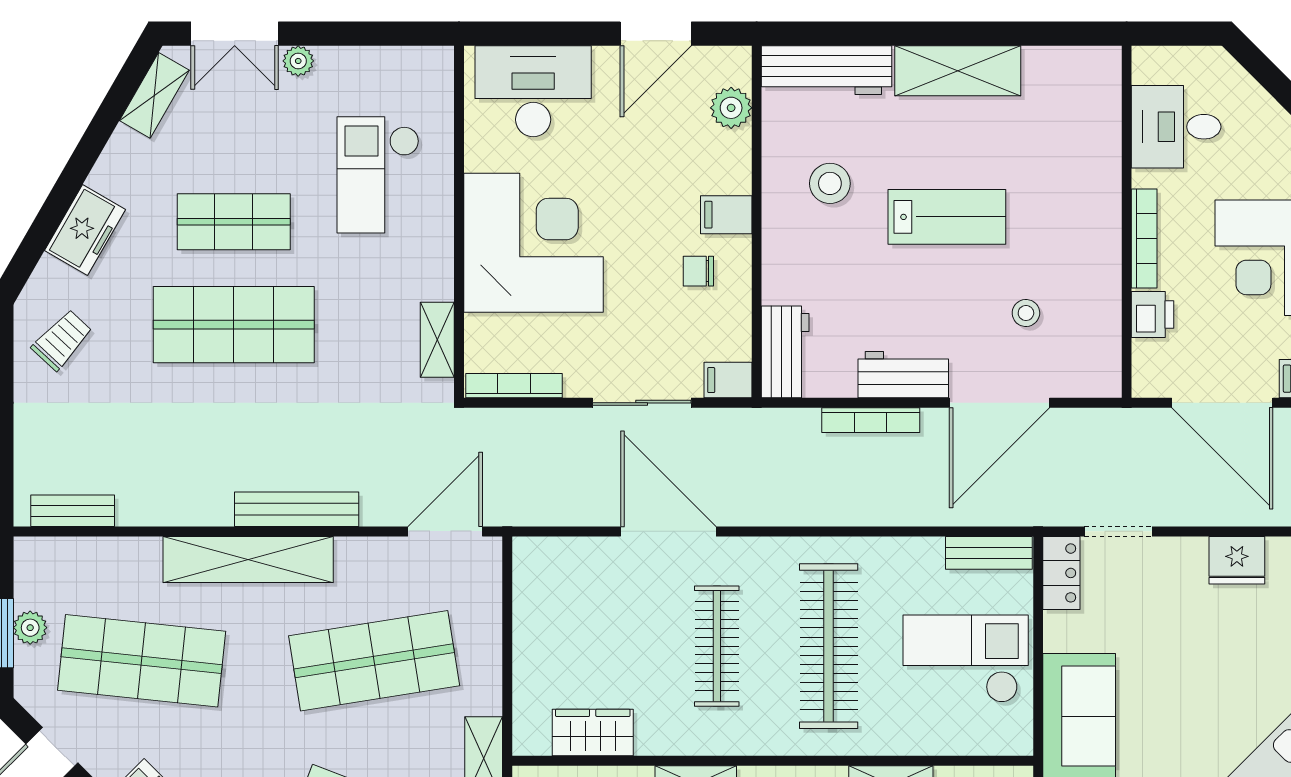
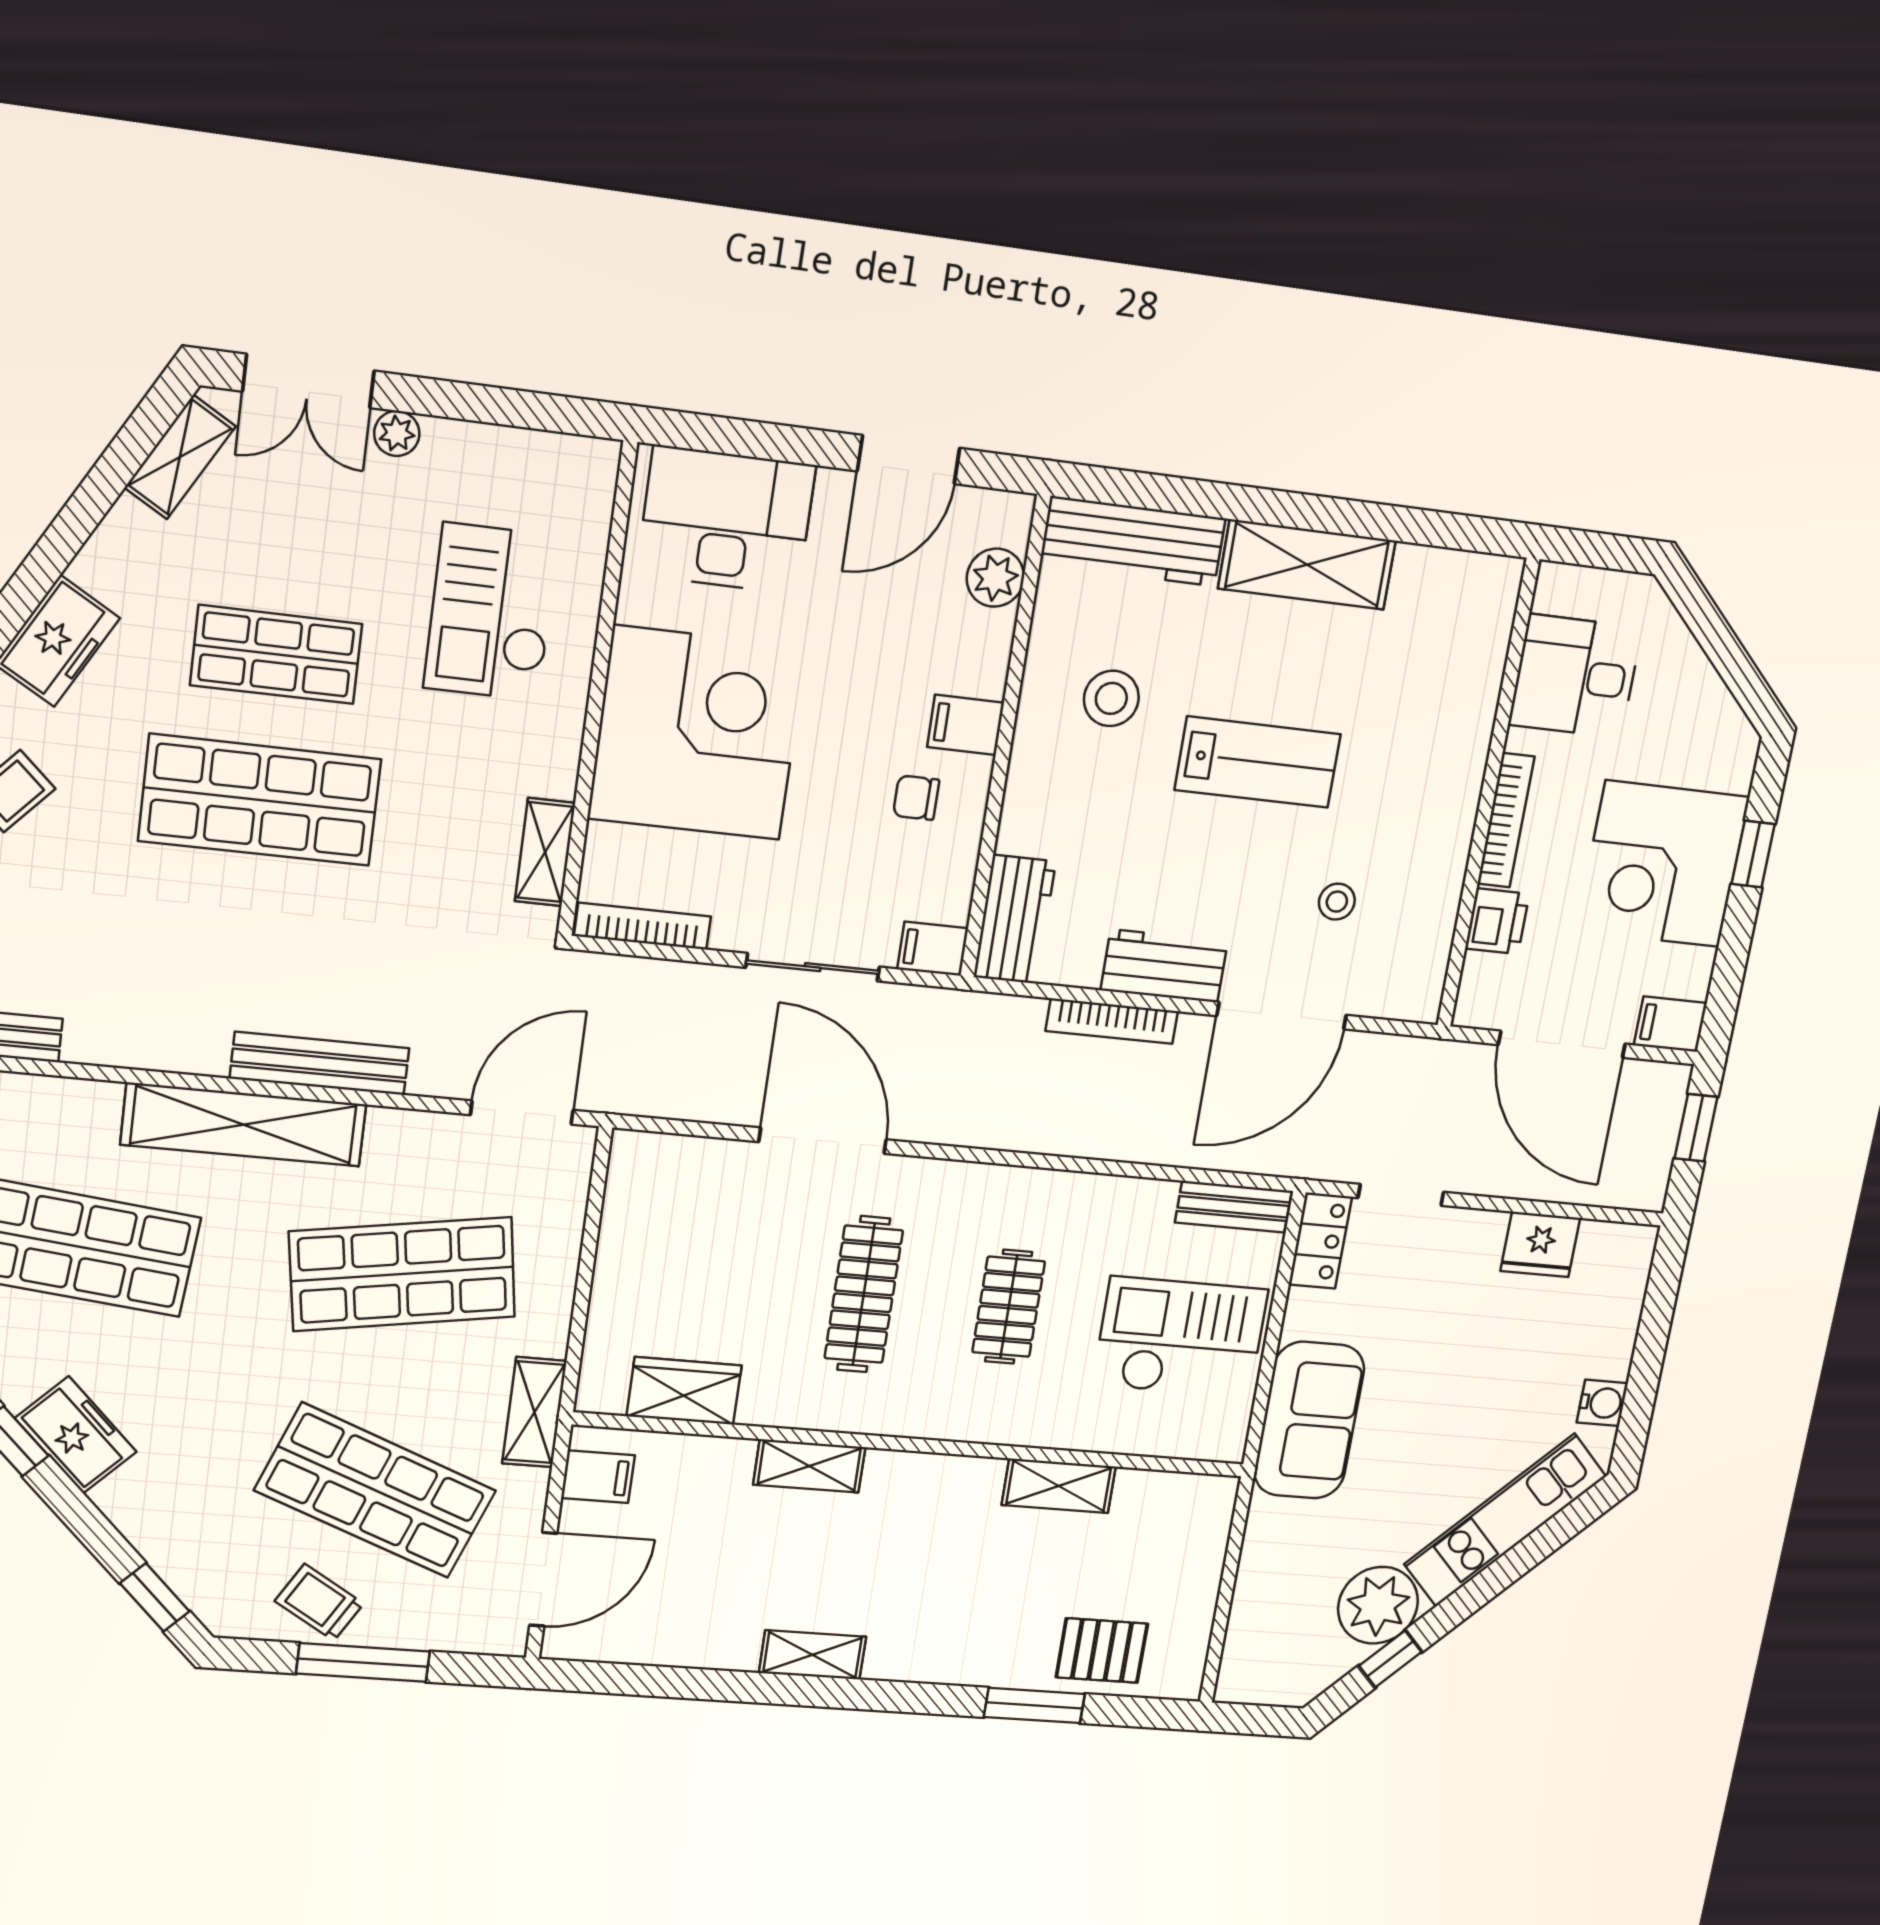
clothes rail: (829, 646) -> (1009, 1307), width x0.54, depth x0.76

